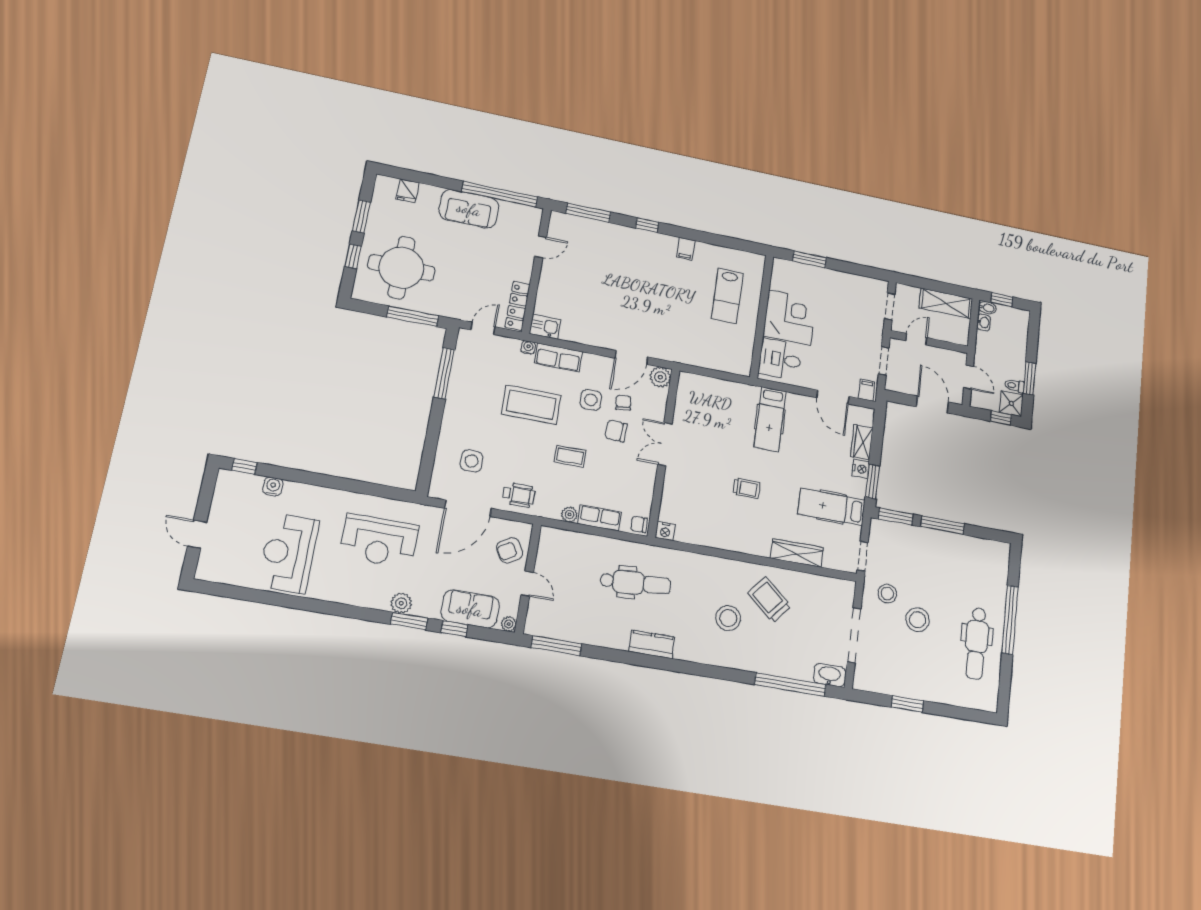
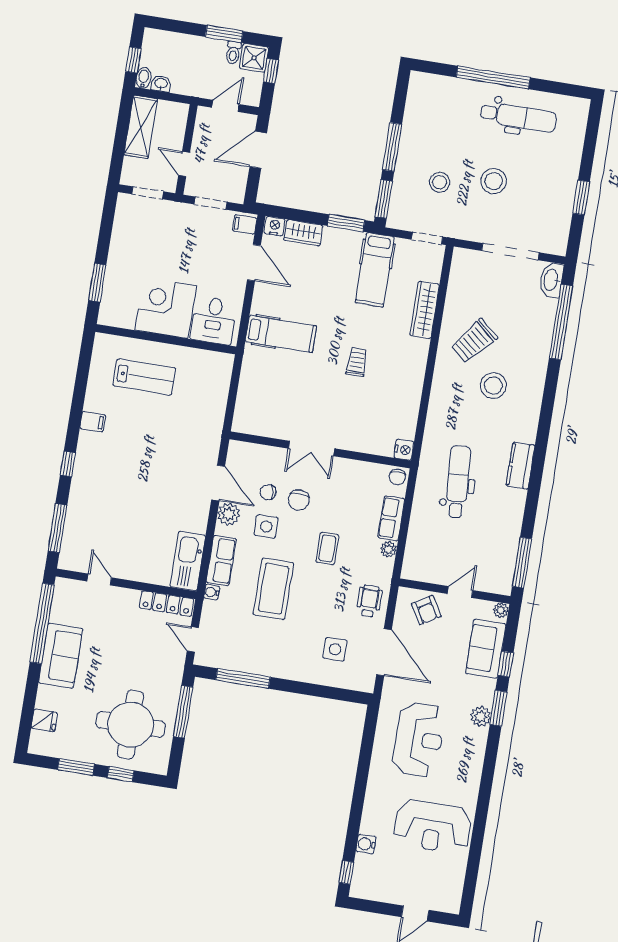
kitchen sink: (545, 327) -> (188, 561), width x1.87, depth x1.24
plant: (660, 377) -> (229, 514), moved
door: (833, 397) -> (254, 263), hinge flipped
nightstand: (861, 469) -> (275, 226), moved
stool: (887, 594) -> (440, 182), moved

